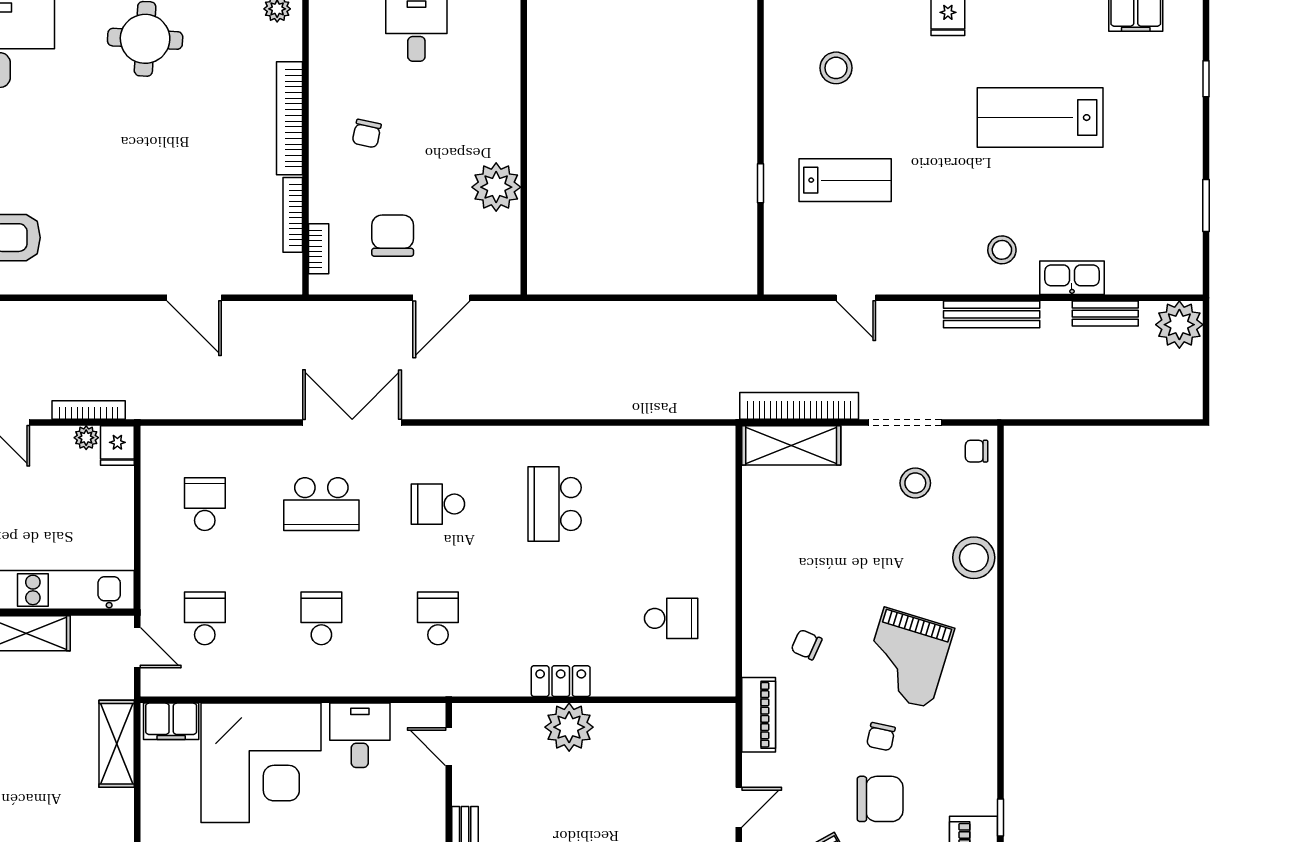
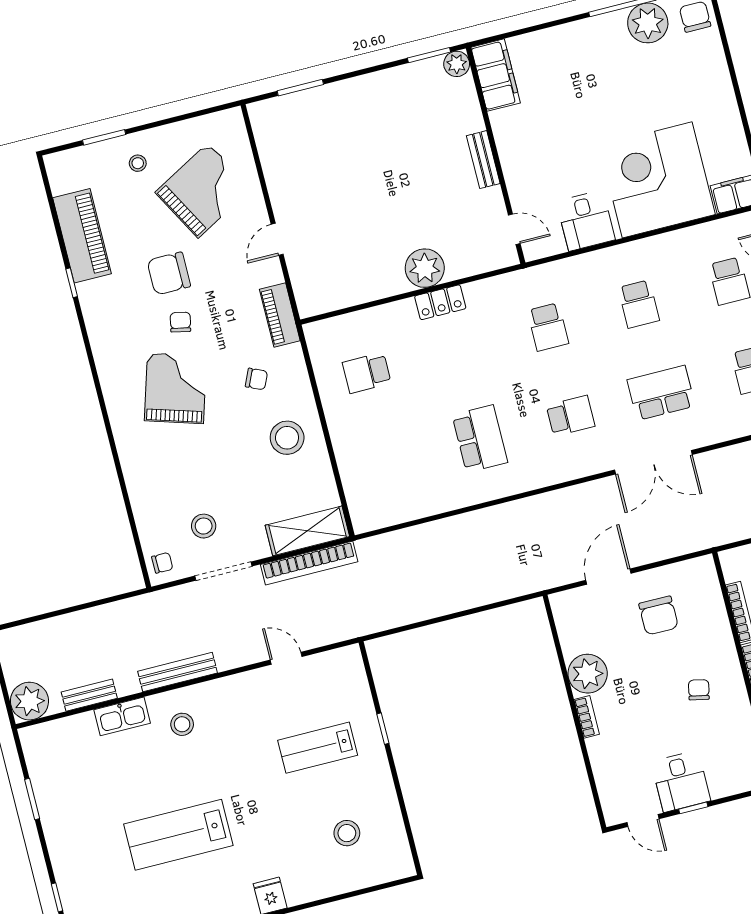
lab bench: (1040, 118) -> (178, 835), turned 180
bookcase: (319, 249) -> (587, 717), moved, turned 180
stool: (974, 558) -> (287, 438), moved

